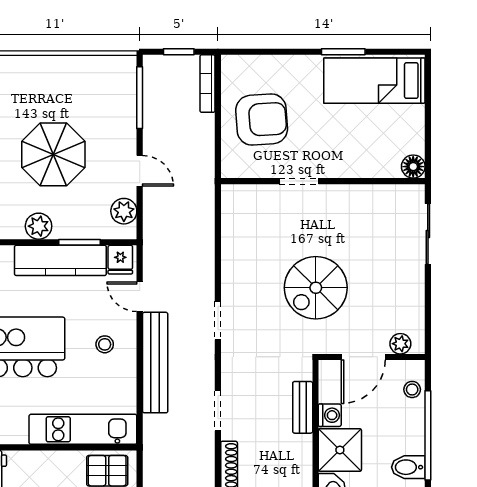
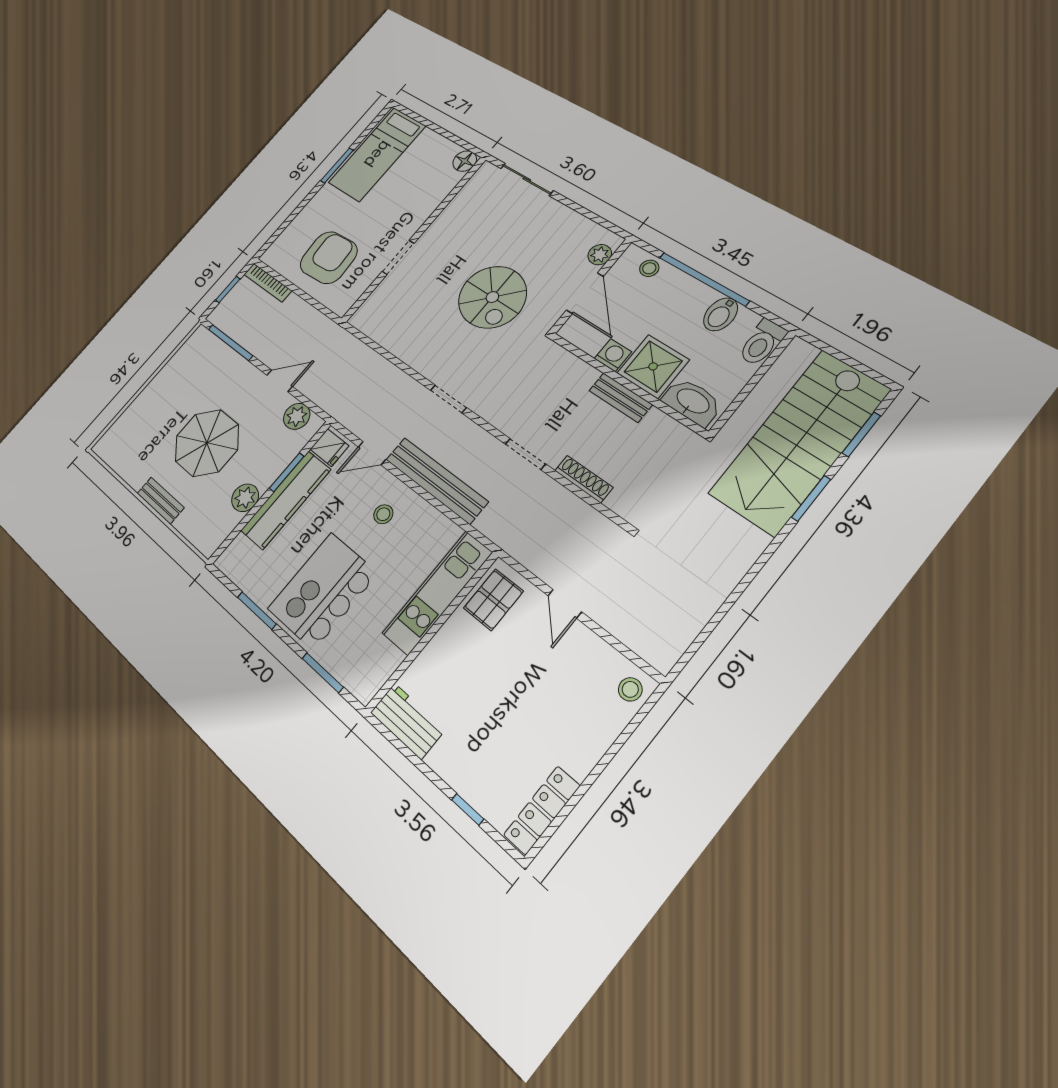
bench: (303, 407) -> (621, 398), moved

